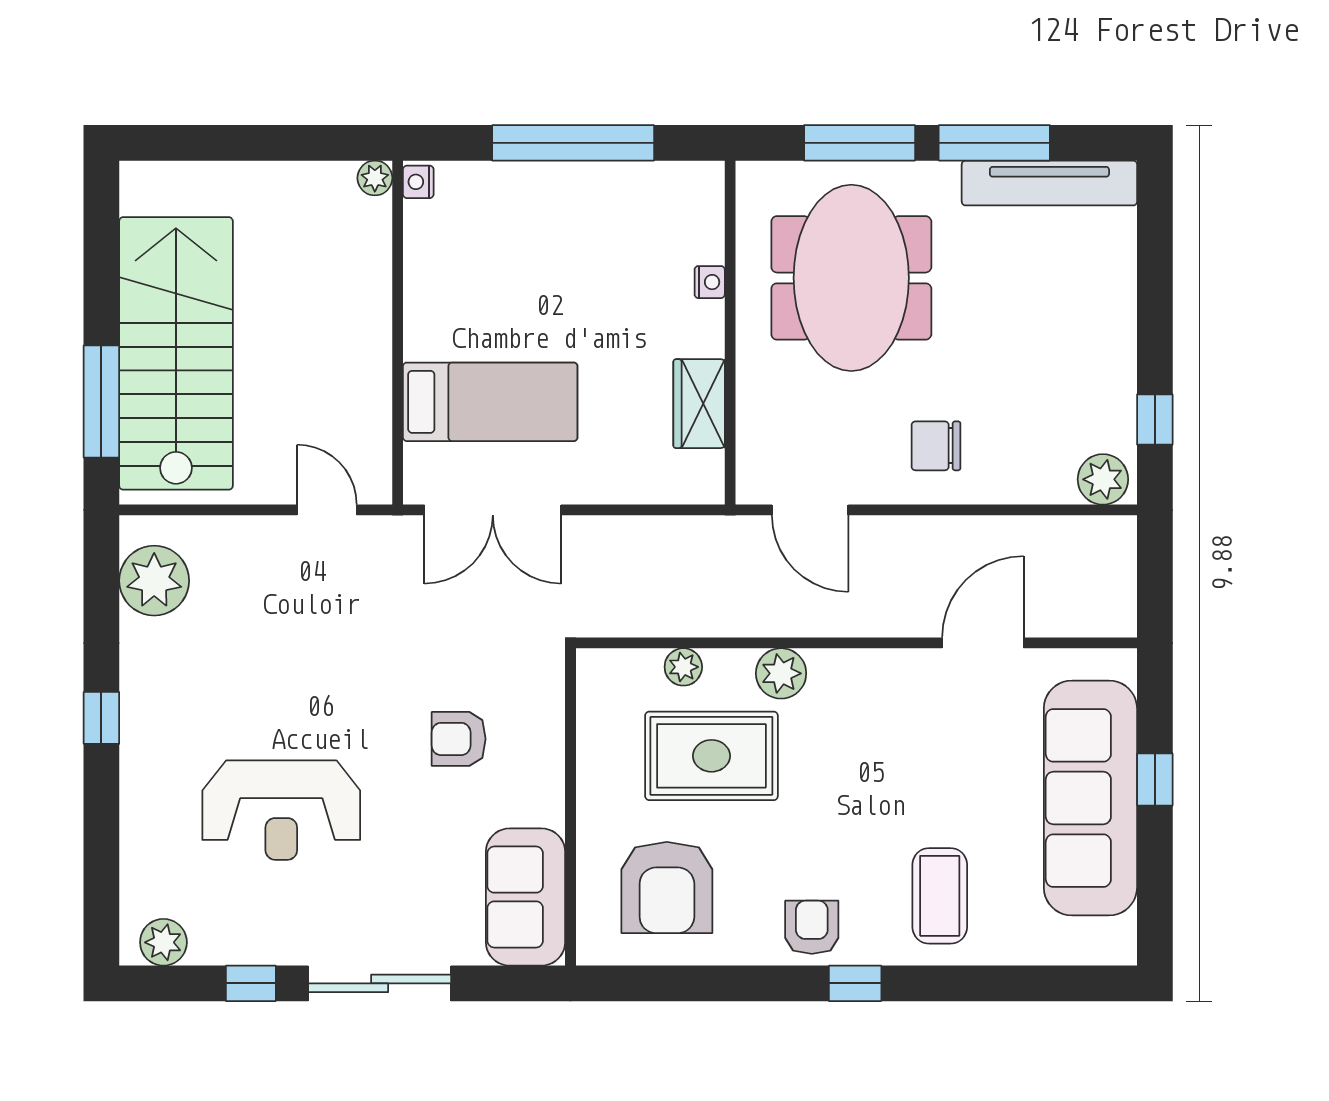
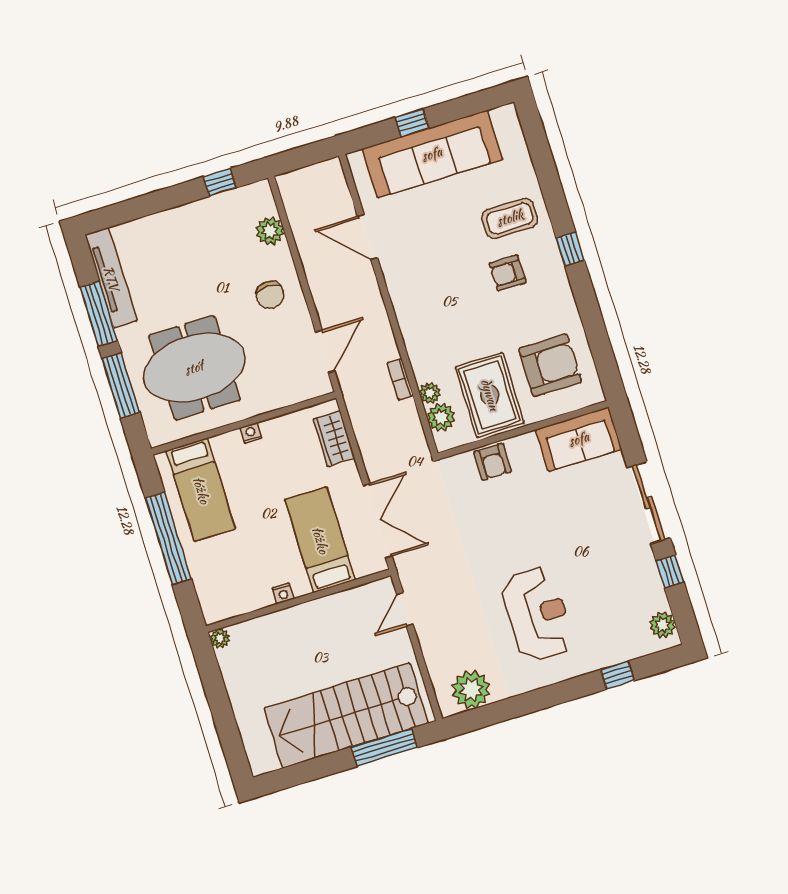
nightstand: (418, 182) -> (283, 593), moved
bed: (639, 224) -> (201, 490), added
nightstand: (710, 282) -> (251, 433), moved
wardrobe: (699, 404) -> (334, 439), moved, turned 90
plant: (1103, 479) -> (270, 231), moved
bookcase: (722, 624) -> (400, 379), added
plant: (781, 673) -> (441, 417), moved
window: (101, 718) -> (617, 675), moved
armchair: (459, 739) -> (493, 462), moved
rug: (711, 756) -> (490, 395), moved
reception desk: (281, 810) -> (538, 614), moved
armchair: (812, 927) -> (508, 273), moved

